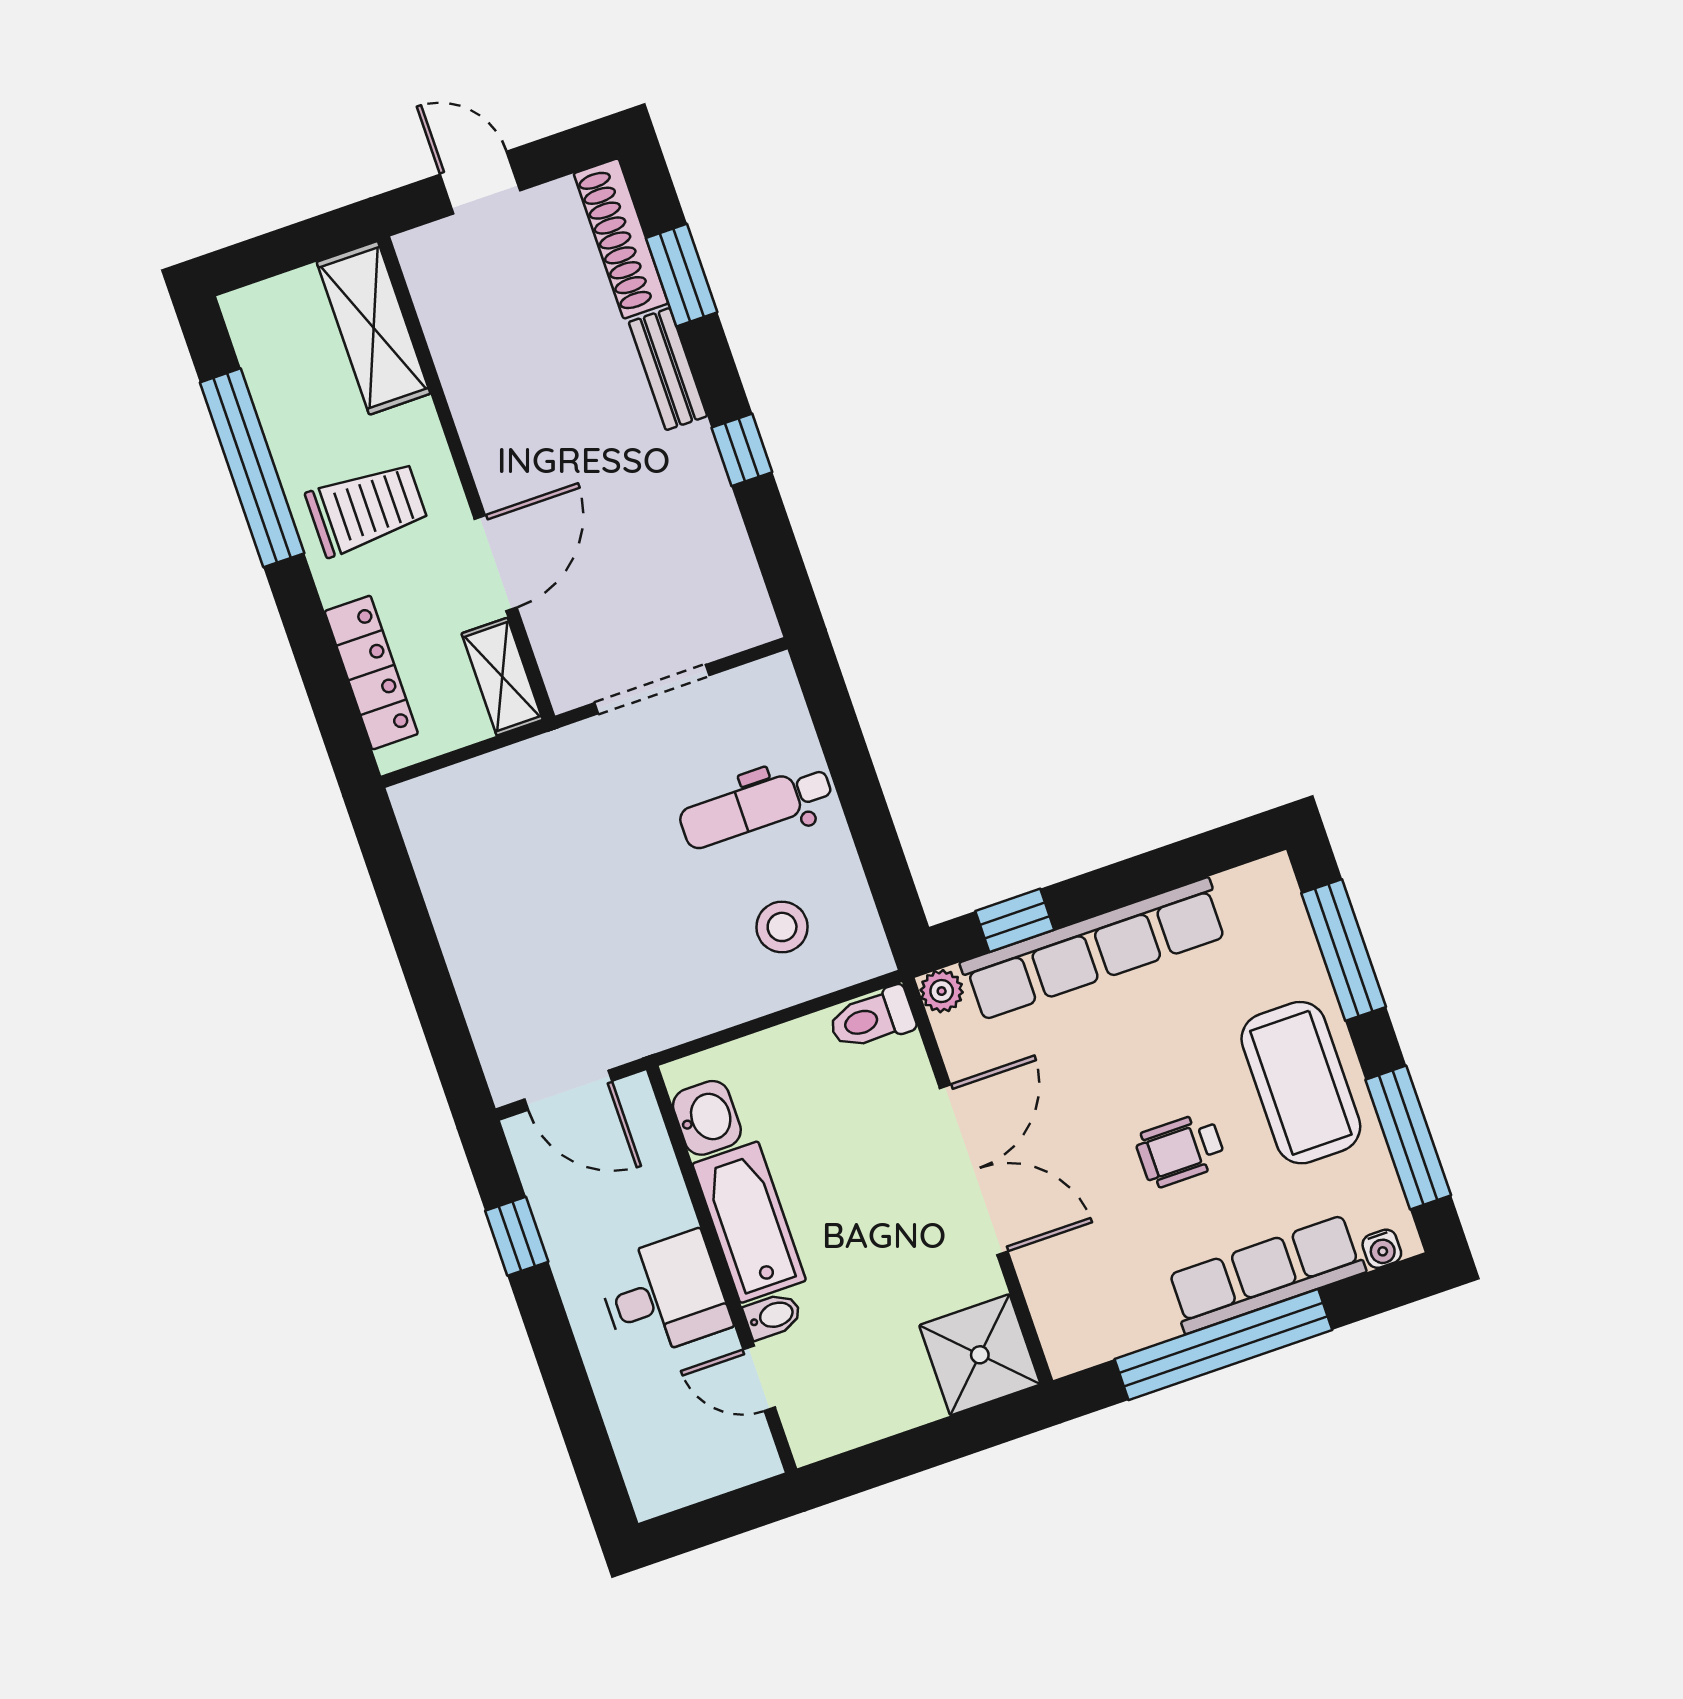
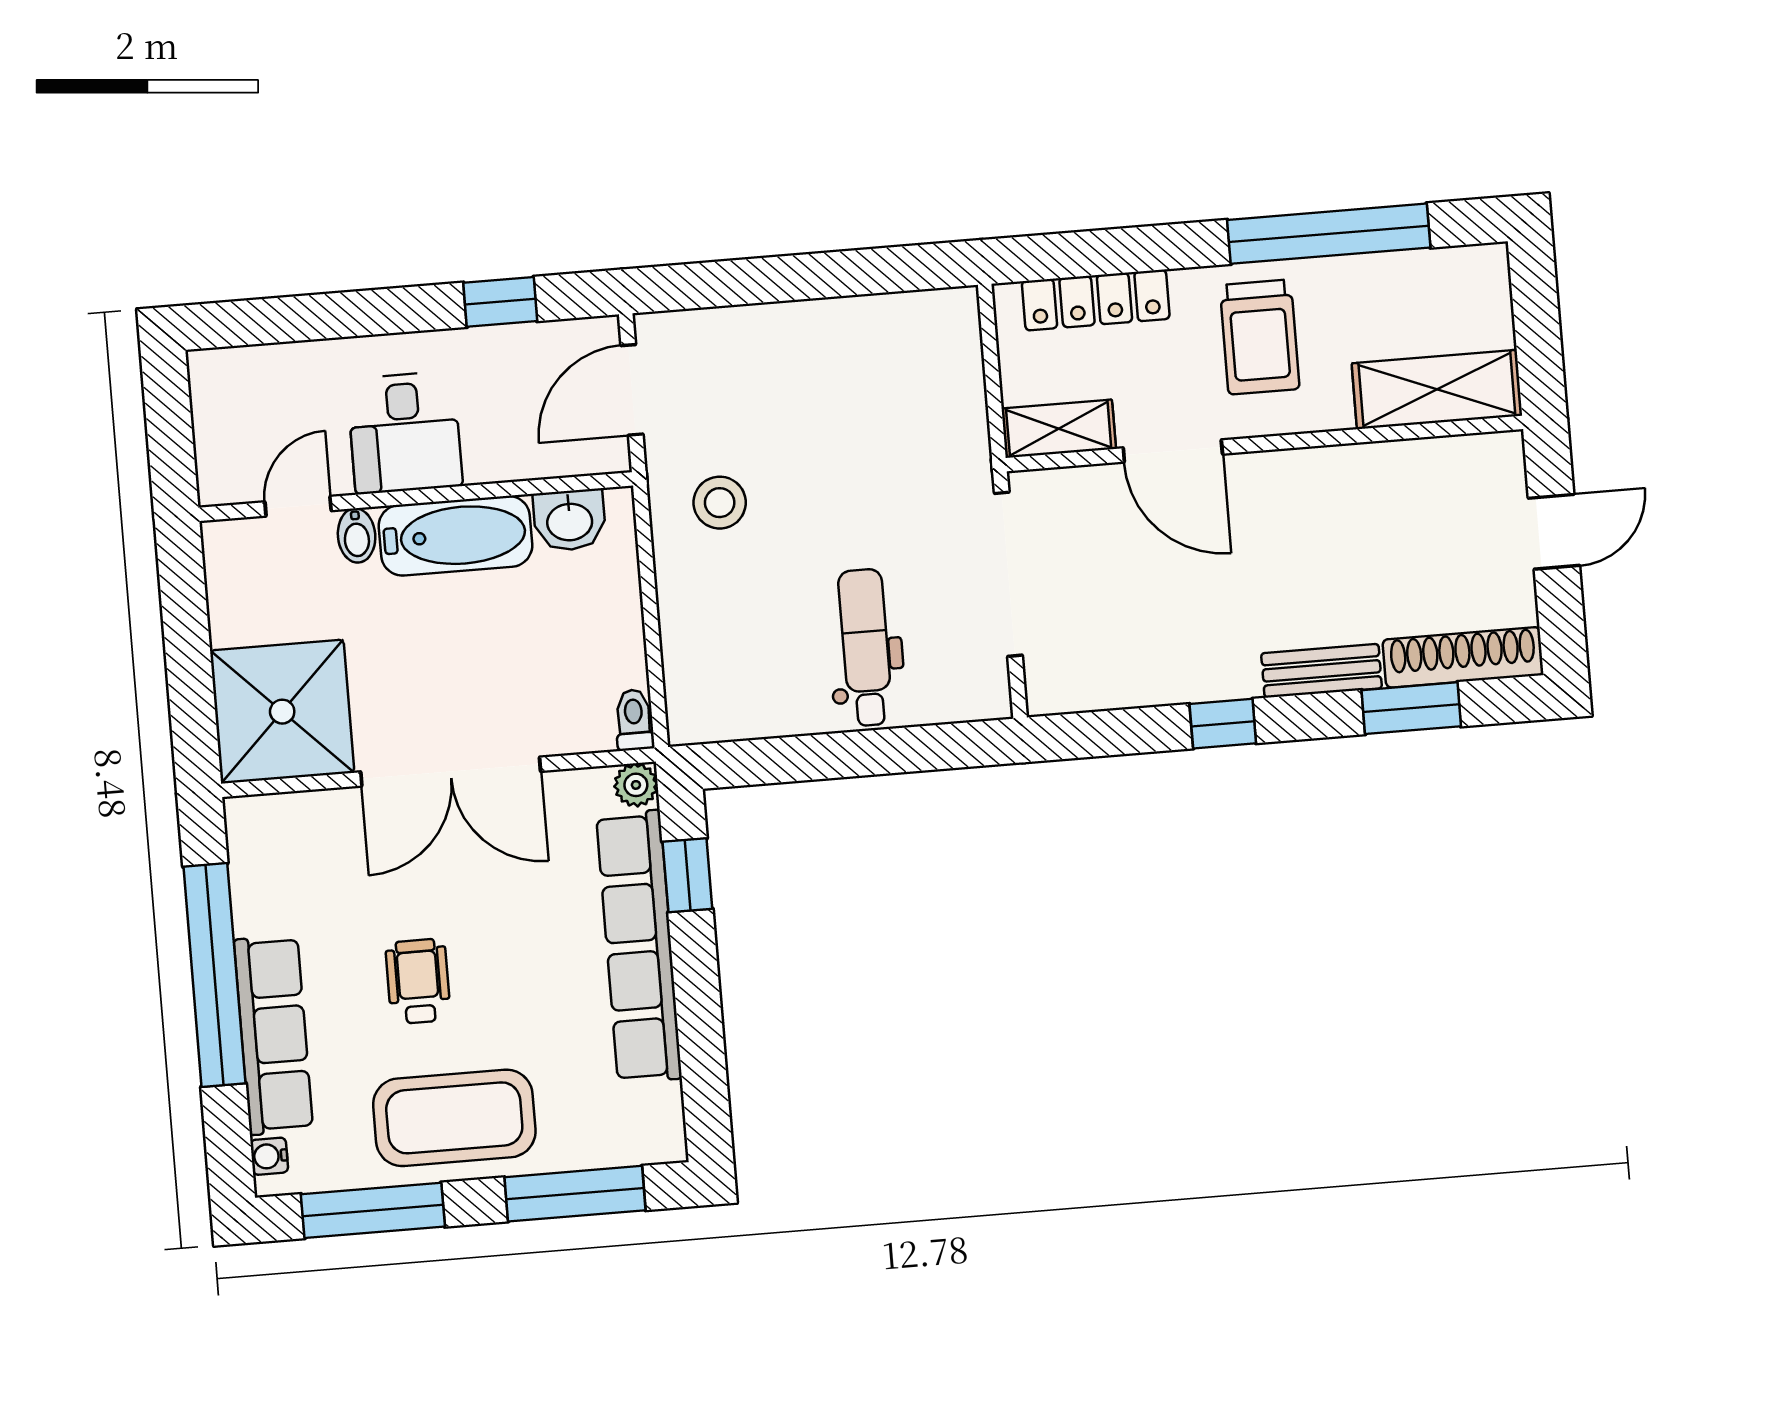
doorway: (652, 689) -> (1008, 574), width x1.36
stool: (782, 927) -> (720, 503), moved
toilet: (872, 1019) -> (634, 720), width x0.73, depth x0.72
shower: (980, 1355) -> (282, 712), width x1.37, depth x1.37

